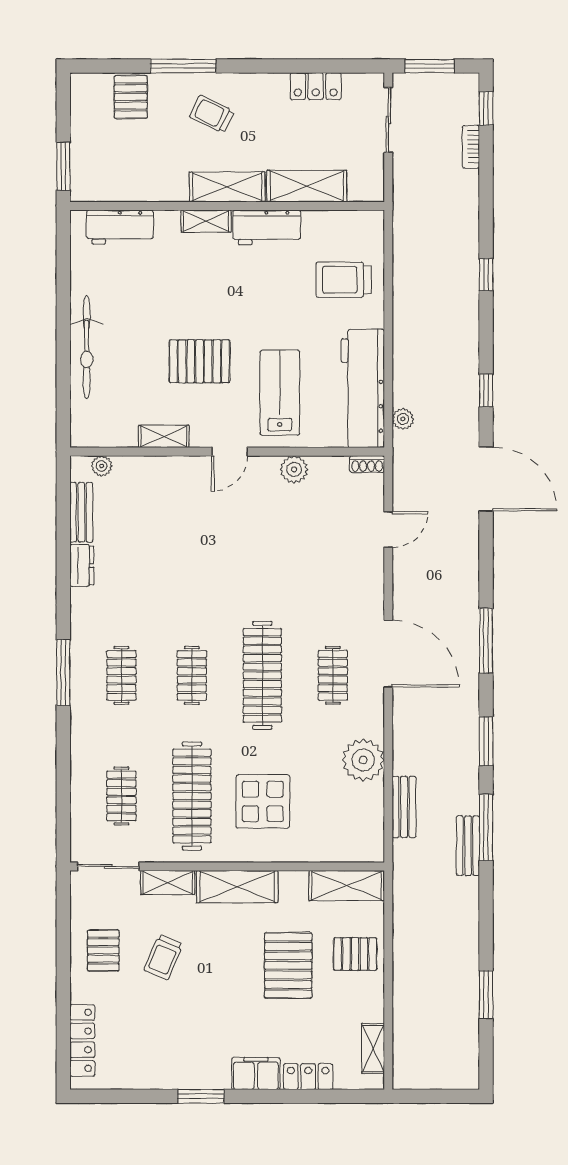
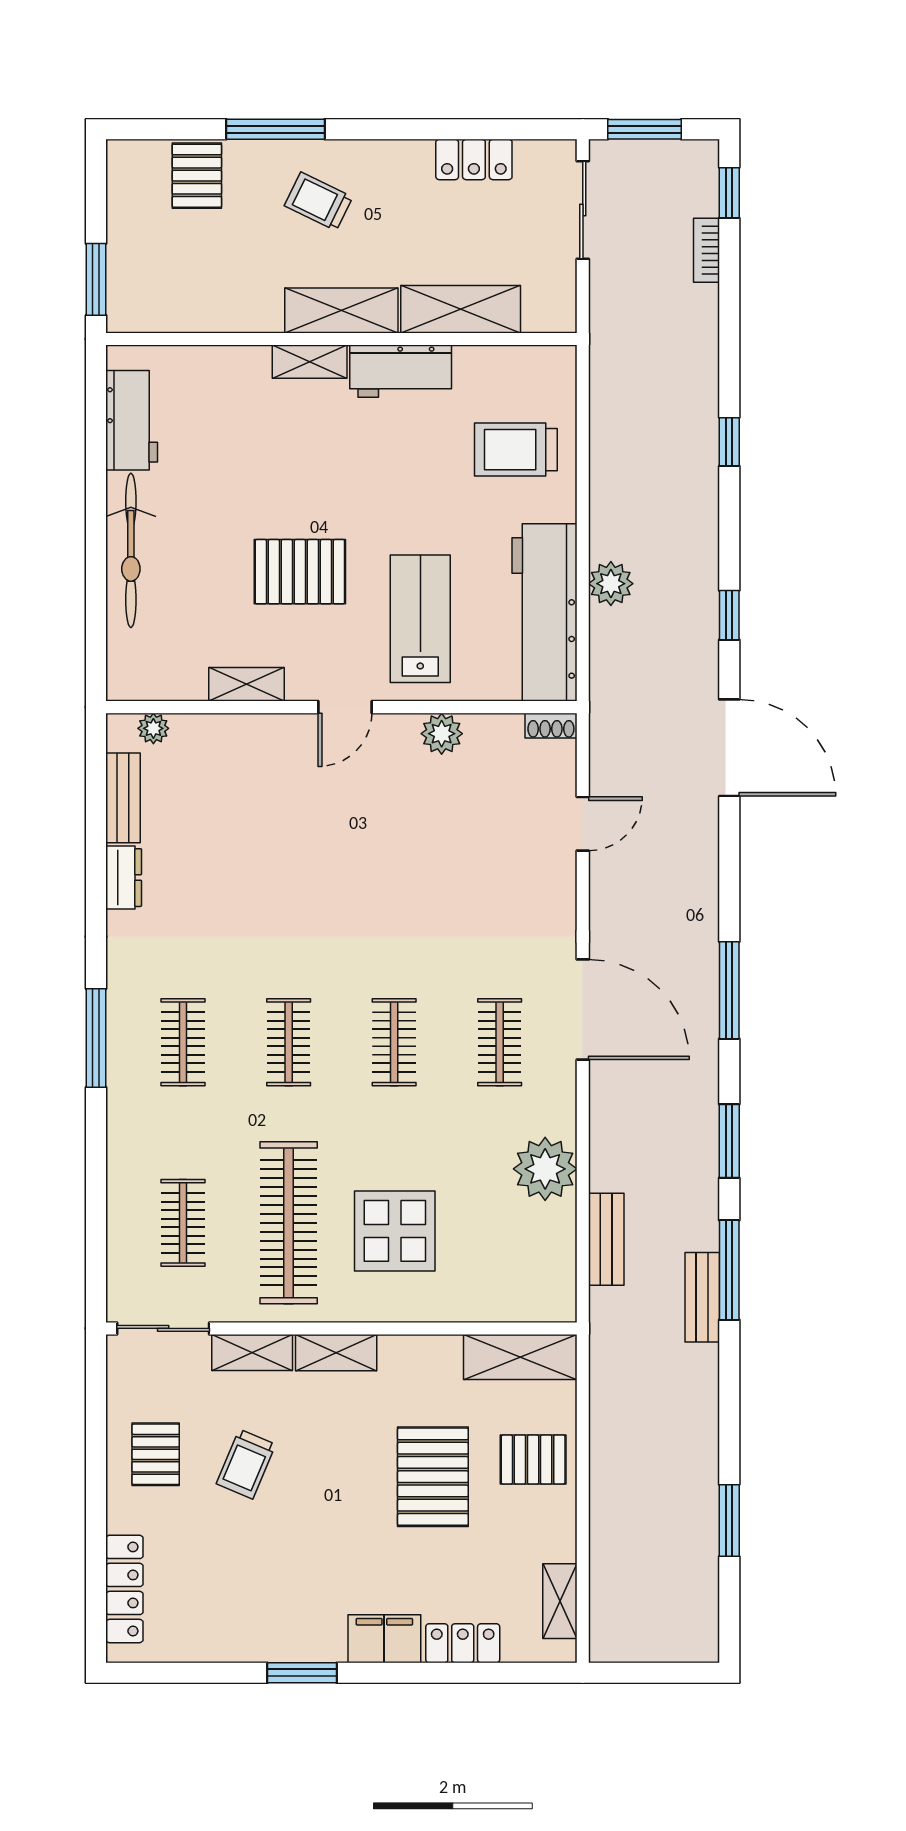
workbench: (120, 227) -> (132, 420), moved, turned -90
plant: (403, 419) -> (611, 584), moved, width x1.38, depth x1.38
clothes rail: (262, 675) -> (394, 1042), width x0.54, depth x0.76
shelving: (237, 887) -> (336, 1353), width x0.67, depth x0.75

